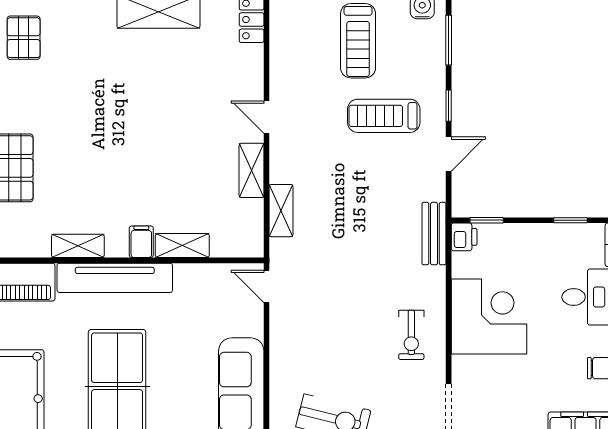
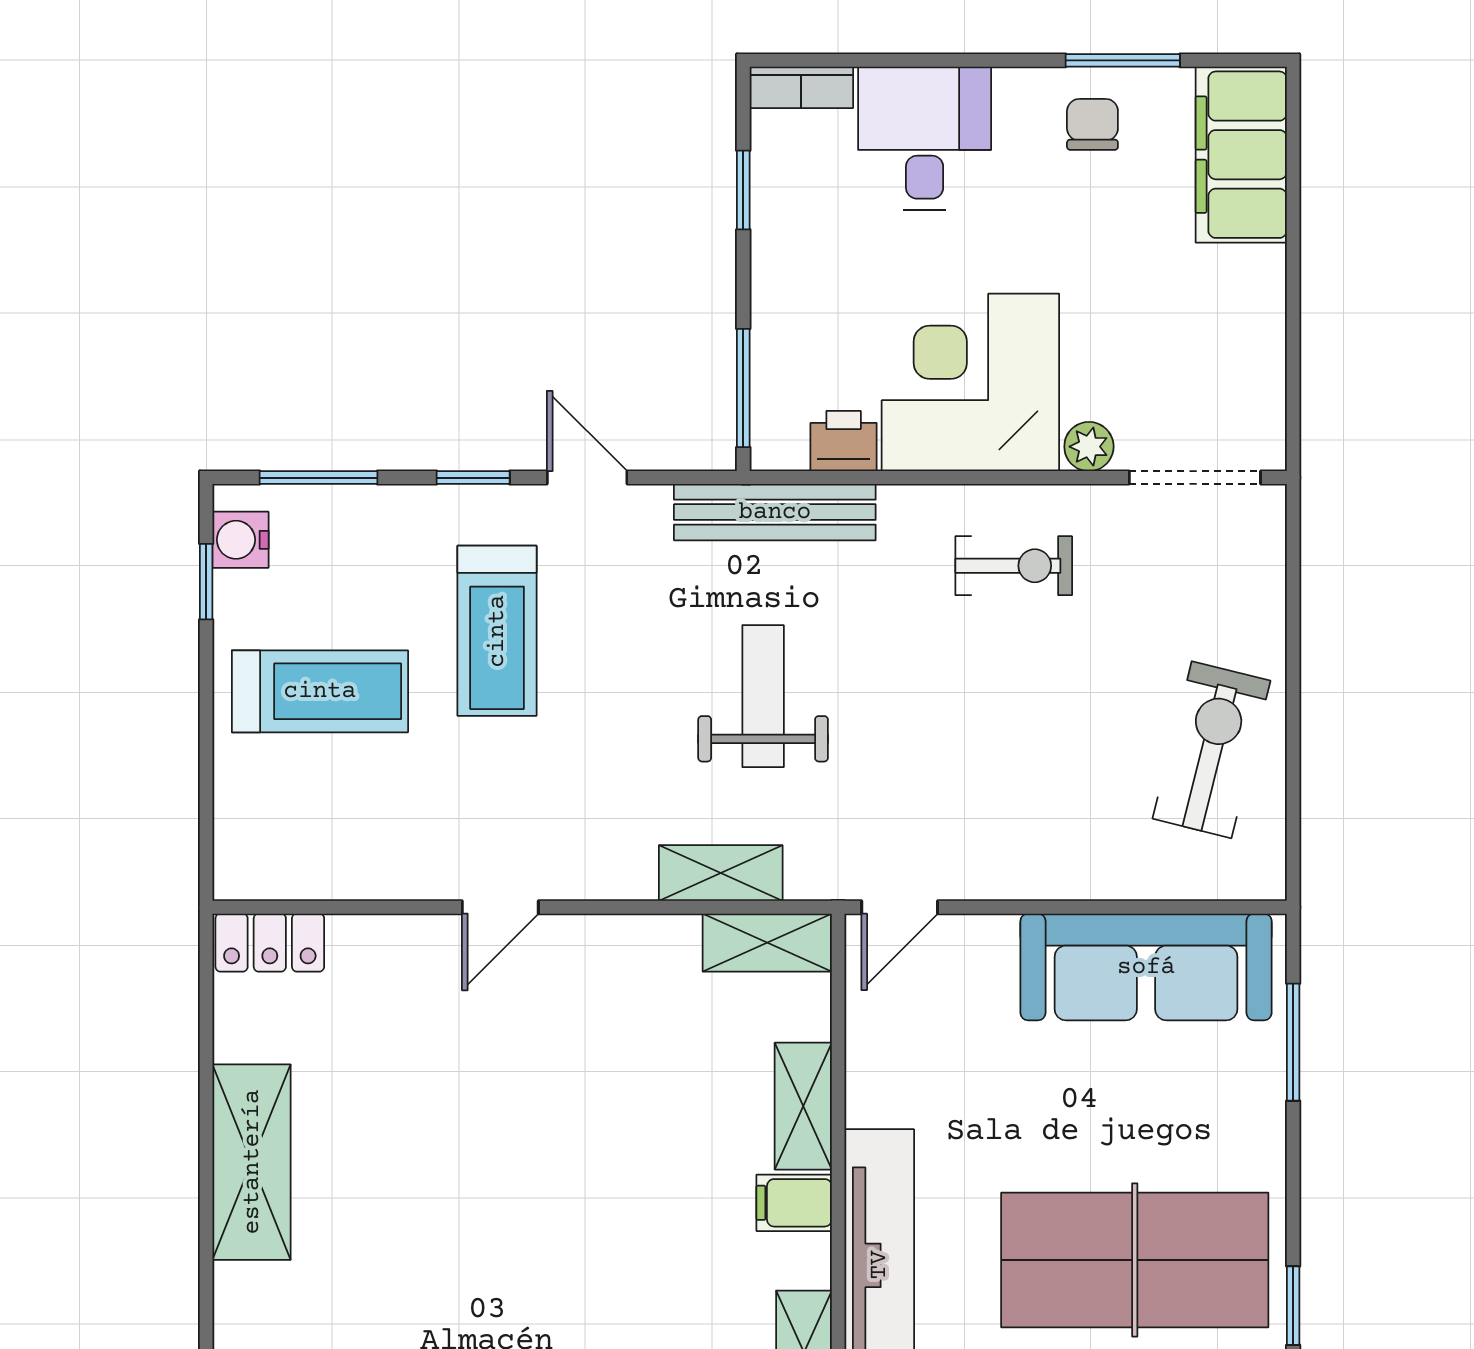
shelving: (252, 170) -> (767, 943), moved
window: (487, 220) -> (743, 388), width x1.50
weight bench: (356, 229) -> (763, 696), added
bench: (434, 234) -> (775, 512), width x1.36
printer: (464, 237) -> (844, 441), moved
plant: (462, 367) -> (1089, 447), added

